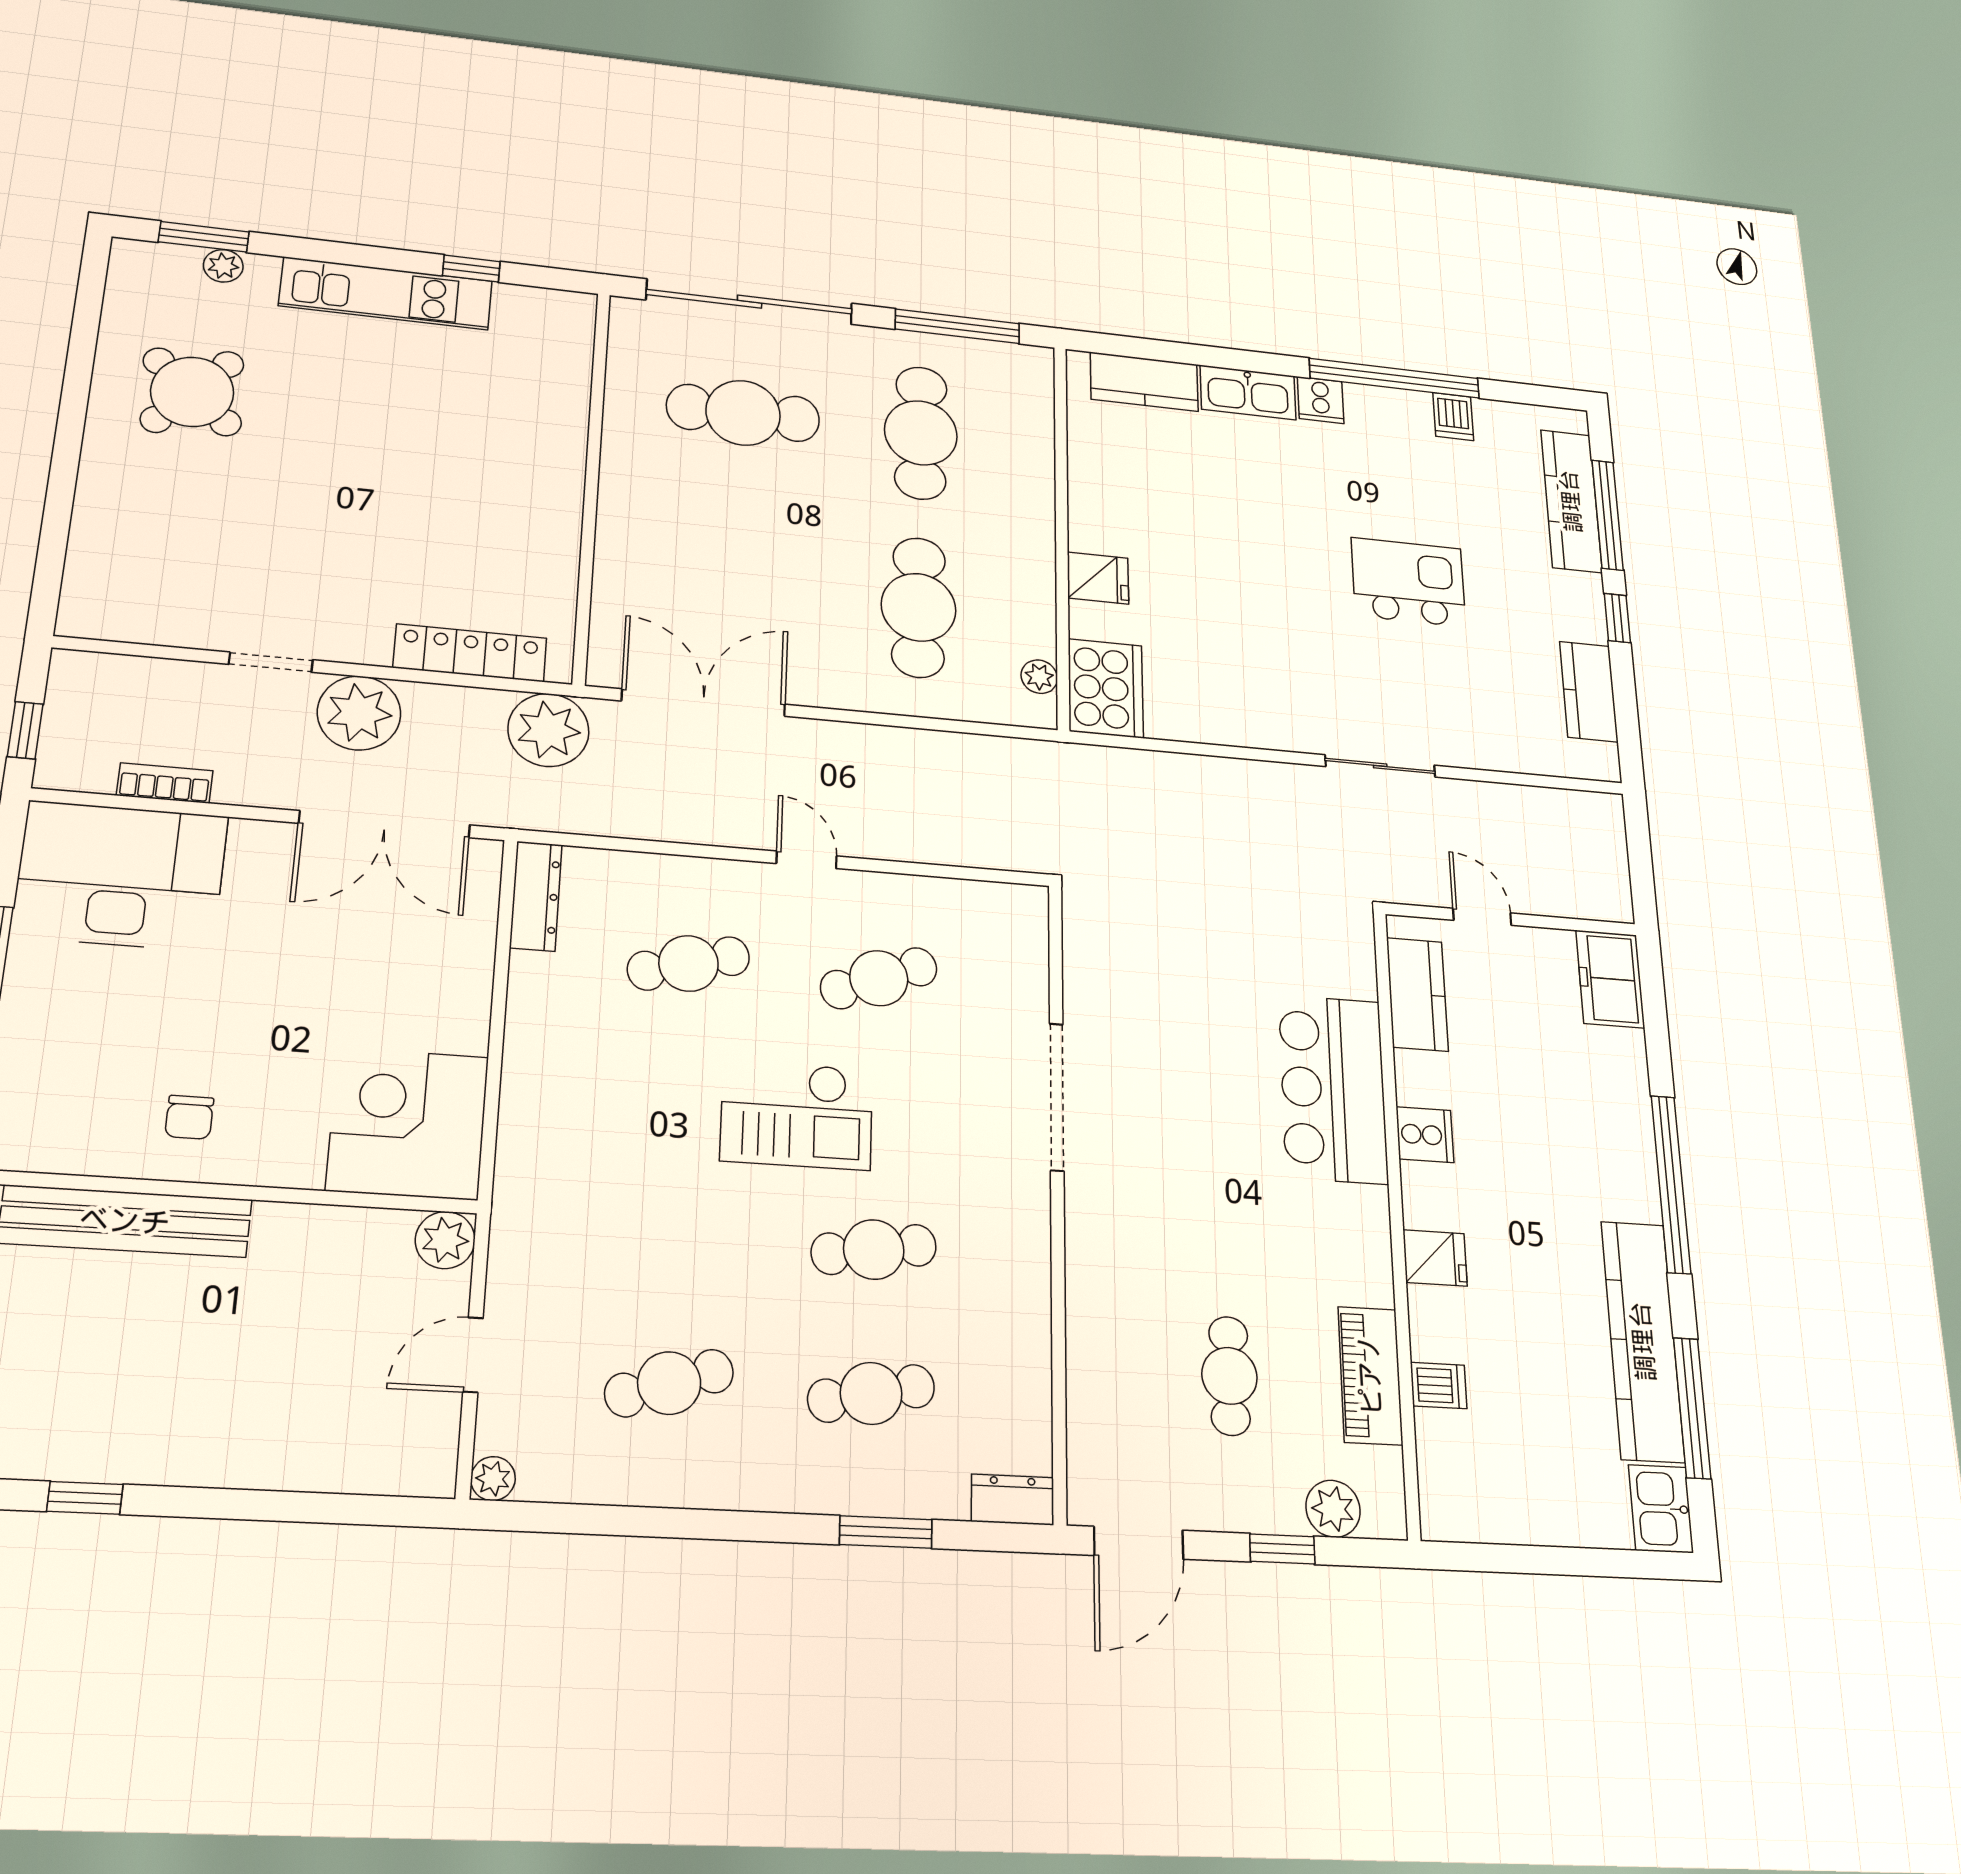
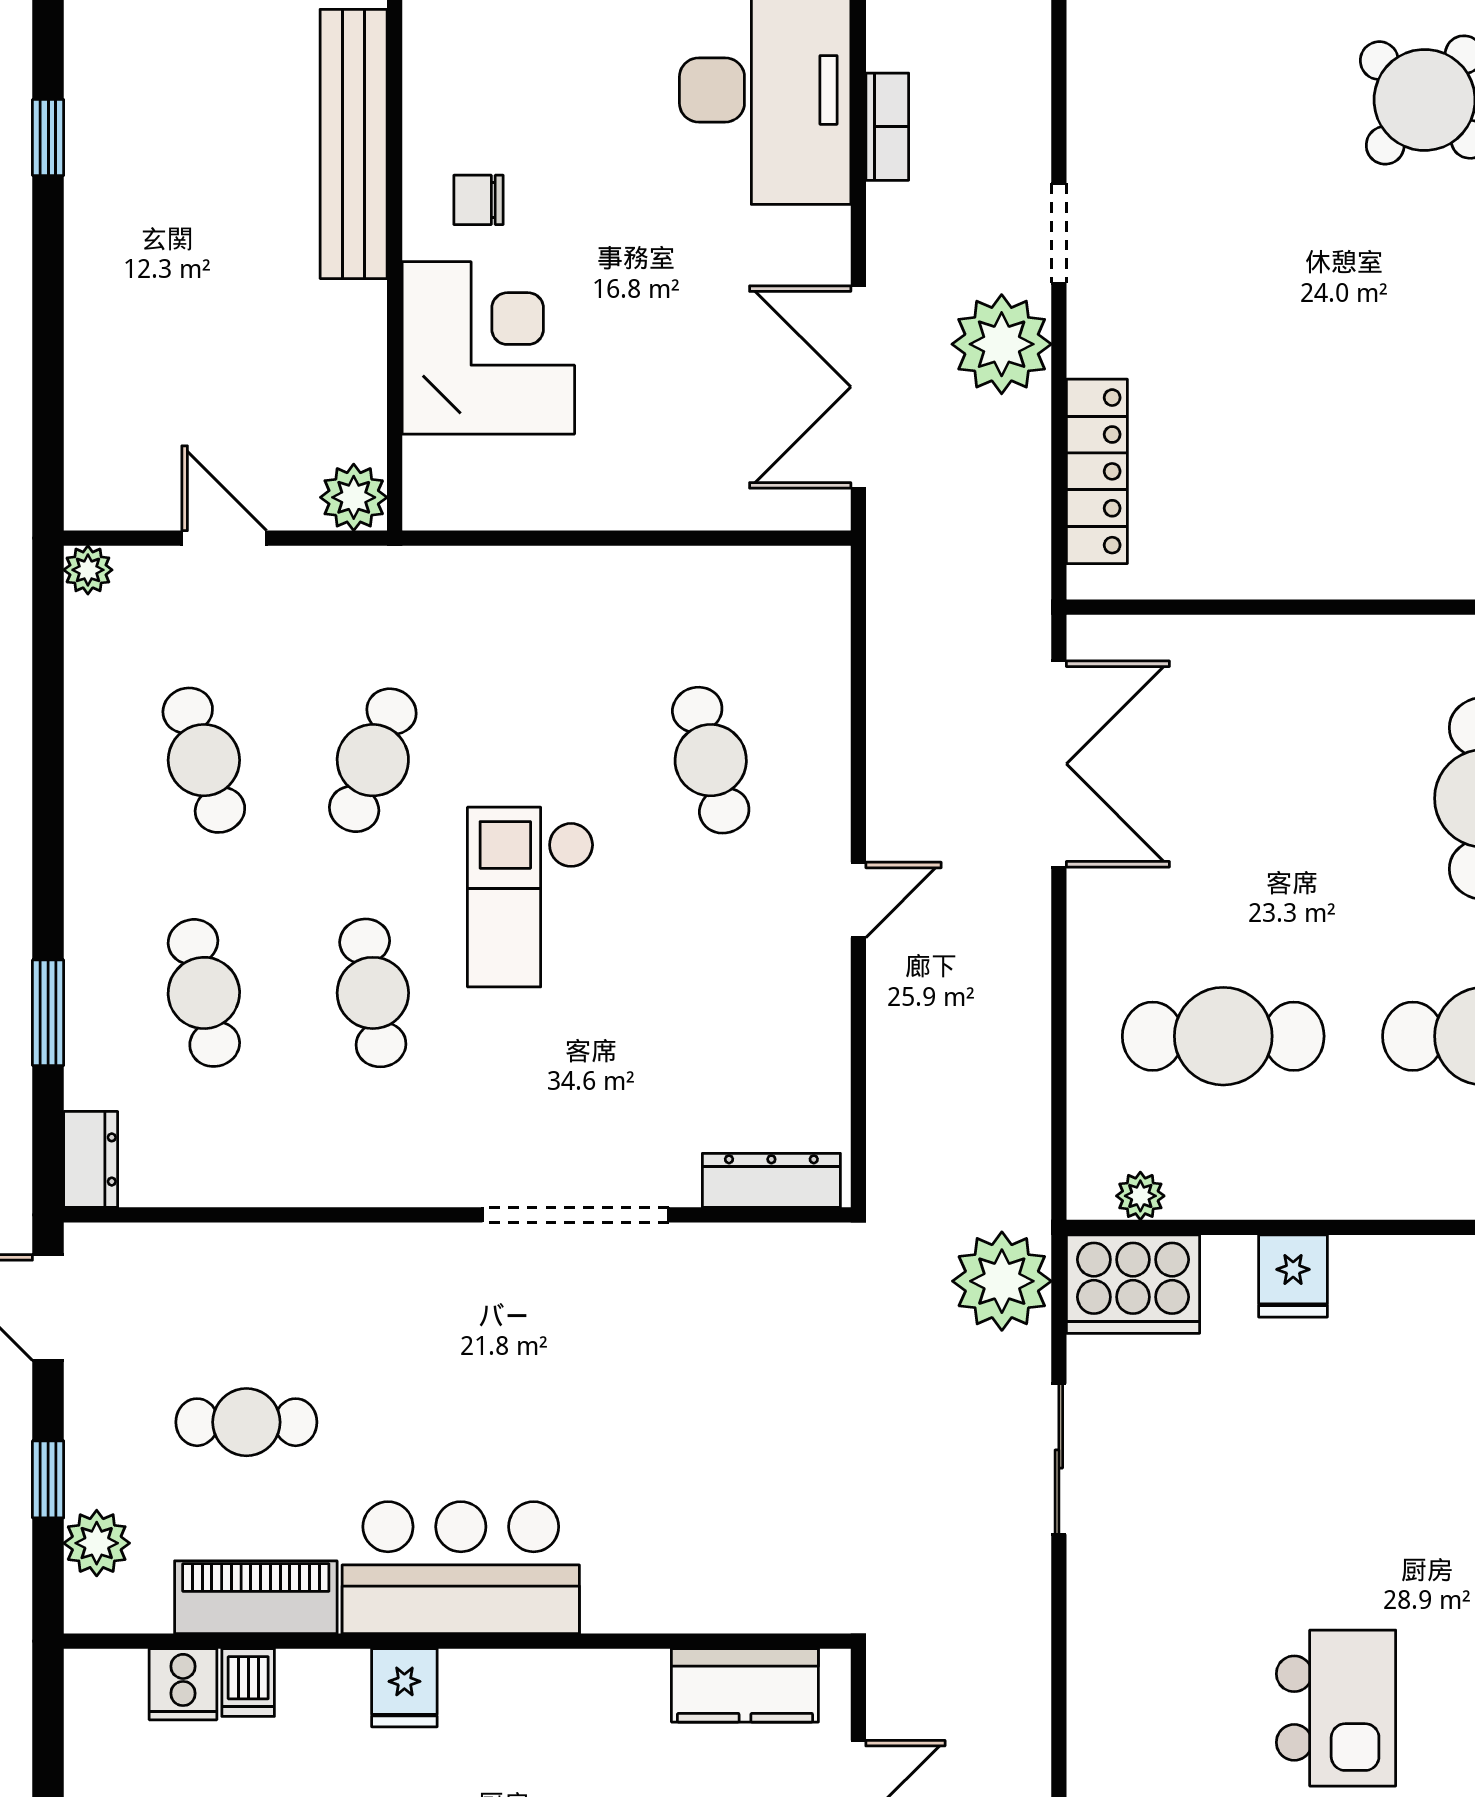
plant: (548, 730) -> (1002, 1281), moved
sliding door: (1380, 766) -> (1059, 1459), moved
dresser: (536, 896) -> (771, 1180), moved, turned 180
cafe table: (879, 978) -> (373, 760), moved, turned 42
bar counter: (1333, 1089) -> (461, 1568), moved
corner desk: (408, 1123) -> (488, 348), moved
cooker: (1425, 1135) -> (183, 1684), moved

